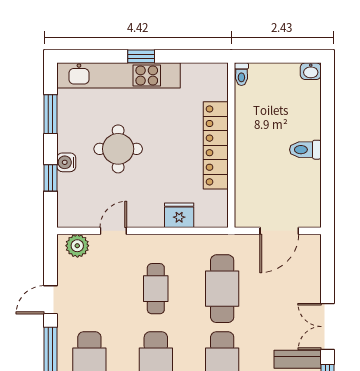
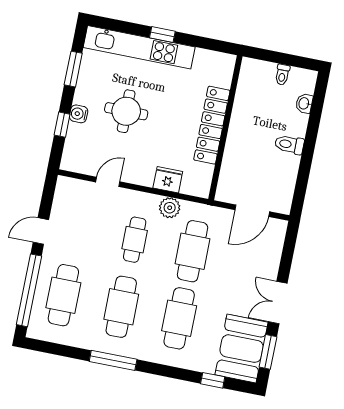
washbasin: (311, 71) -> (304, 103), moved, turned 90
toilet: (241, 74) -> (282, 75), moved
plant: (77, 246) -> (170, 208), moved

